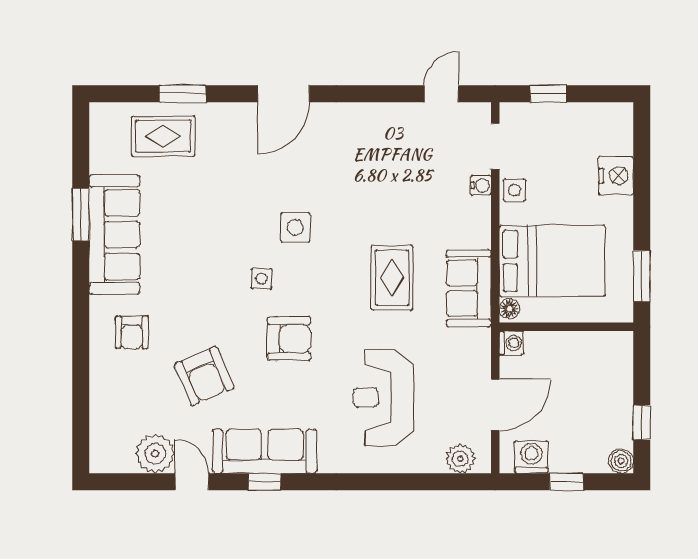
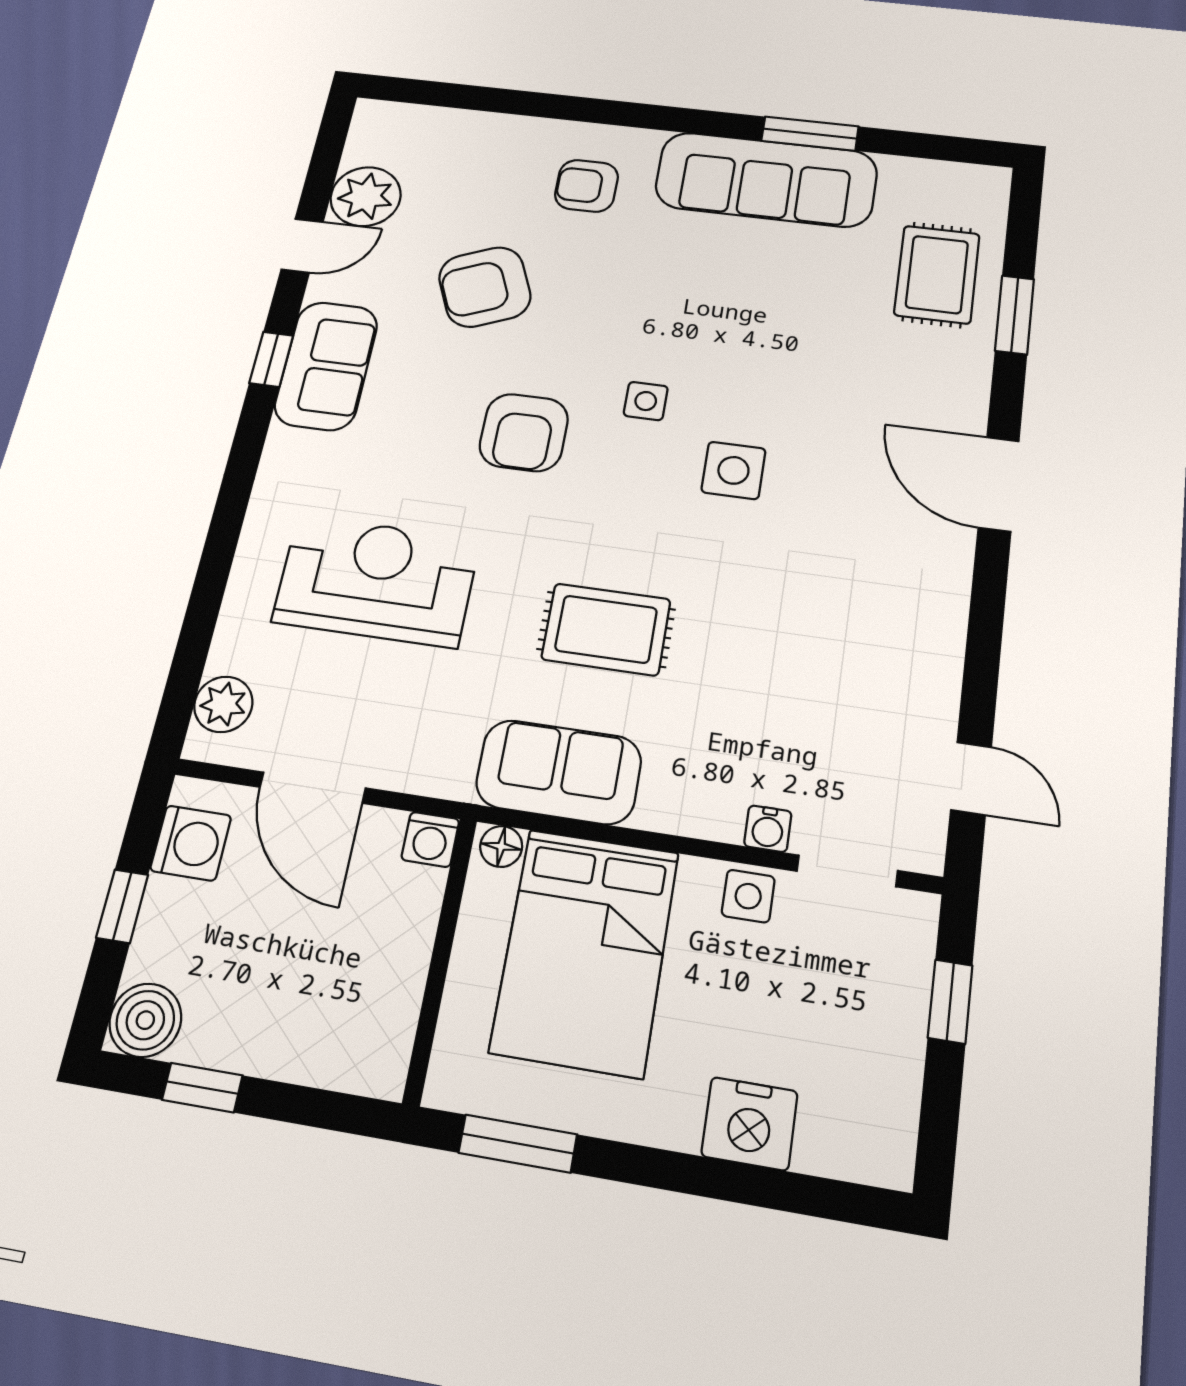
sofa: (264, 451) -> (326, 366), width x0.73
boiler: (621, 461) -> (145, 1020), width x1.36, depth x1.36

